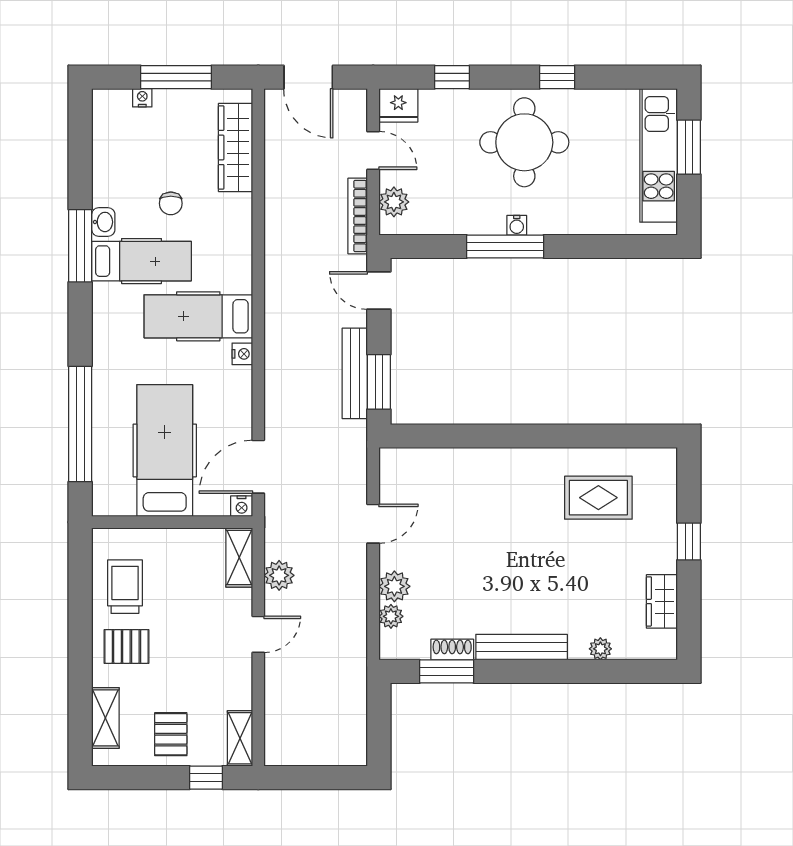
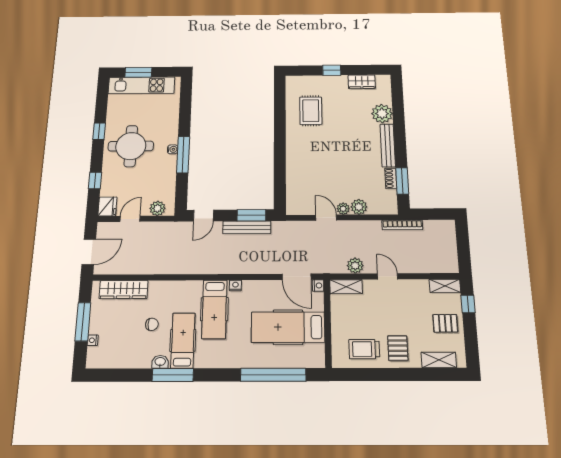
bookcase: (358, 216) -> (402, 225), moved
plant: (391, 616) -> (343, 209), moved
plant: (600, 649) -> (382, 114), width x1.88, depth x1.88

